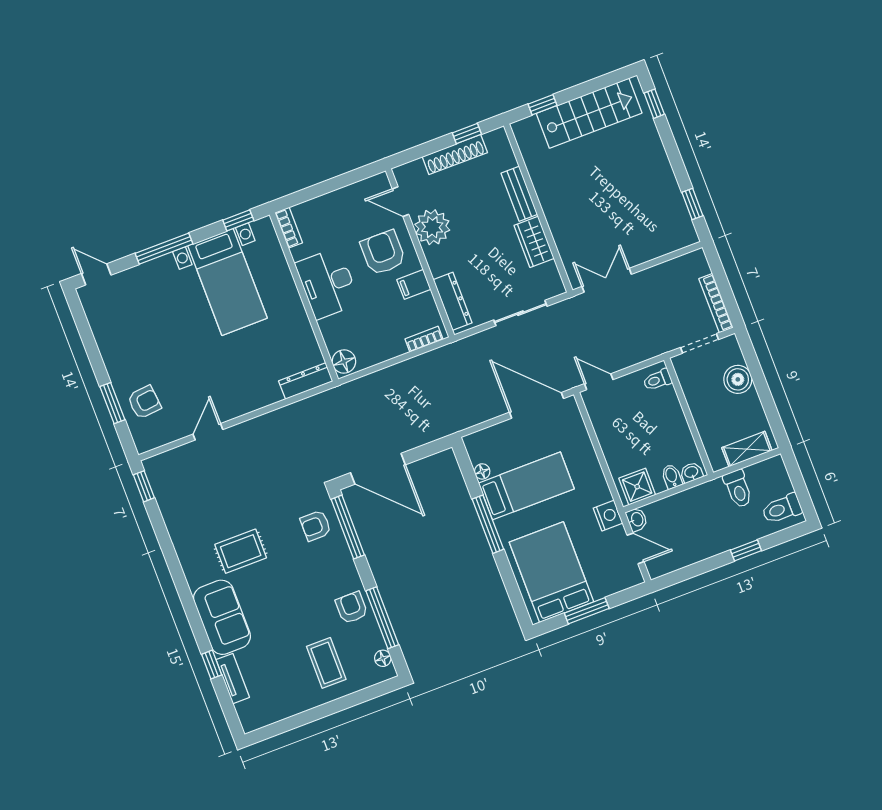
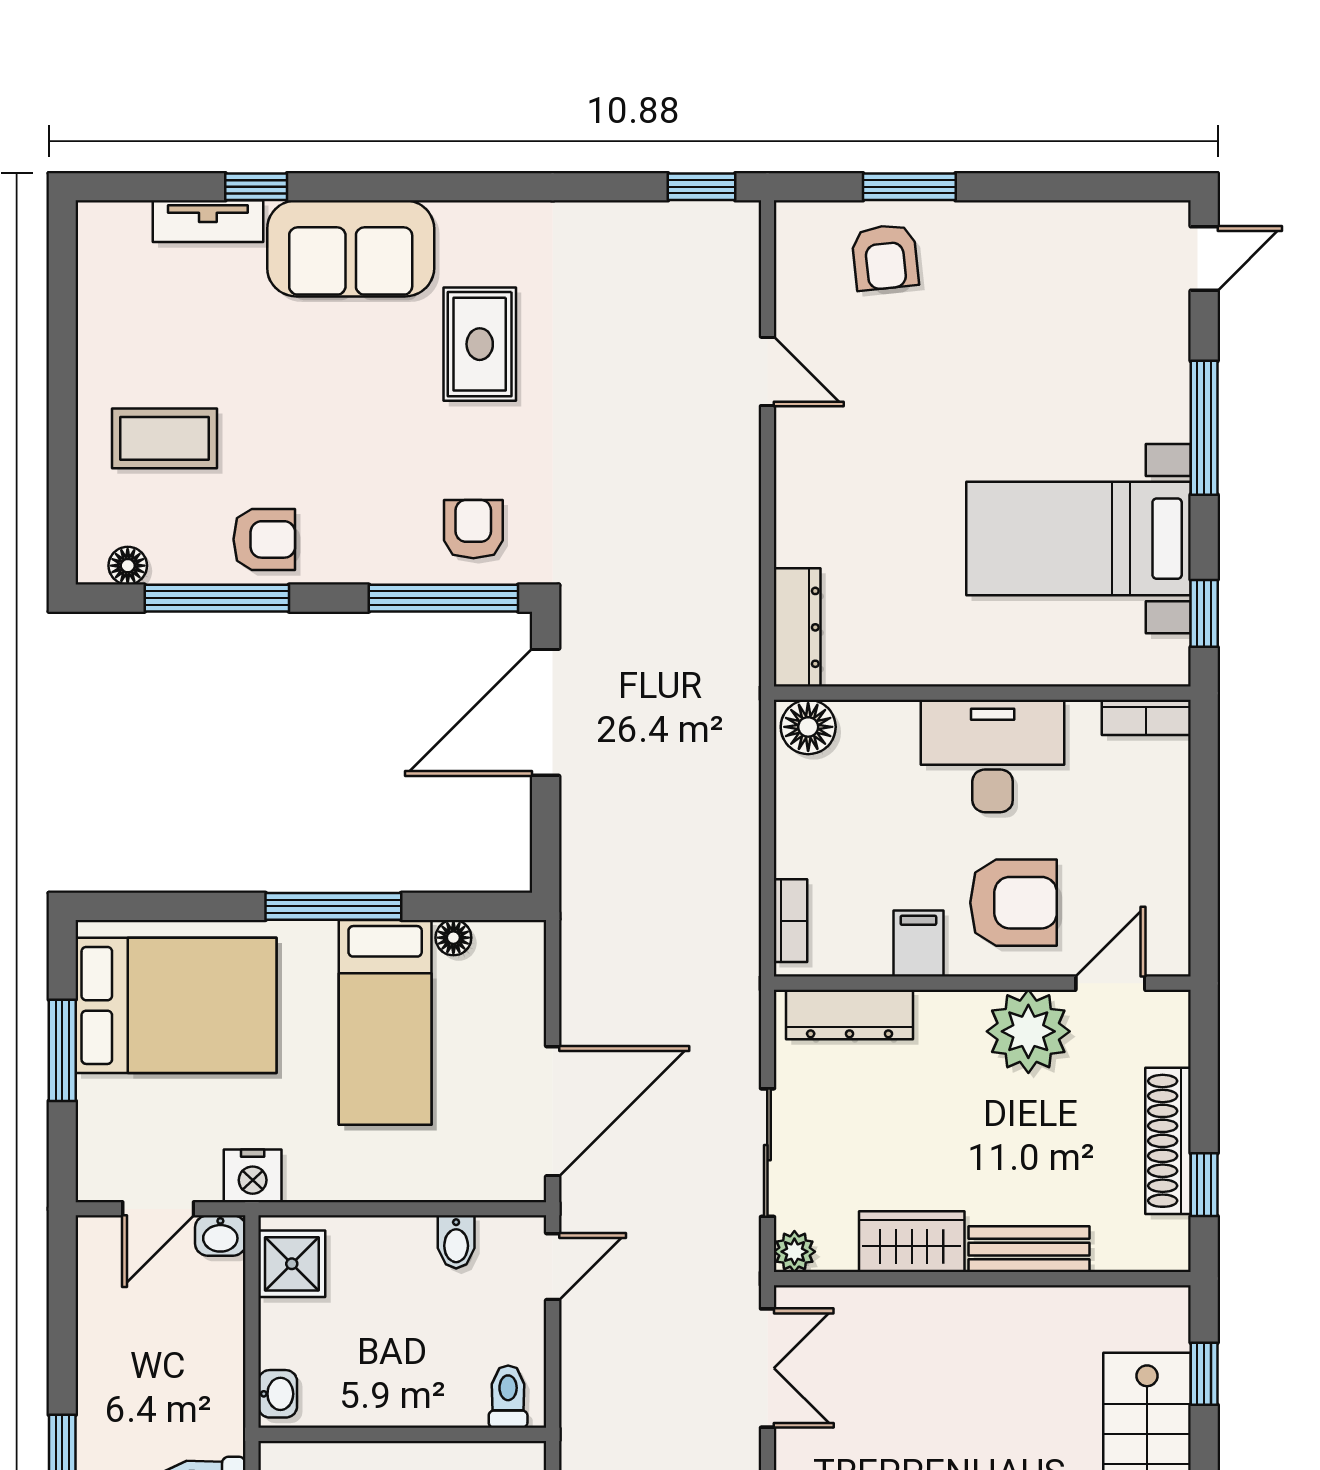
plant: (556, 287) -> (794, 1252), added
bidet: (672, 477) -> (456, 1242), moved, turned 90

